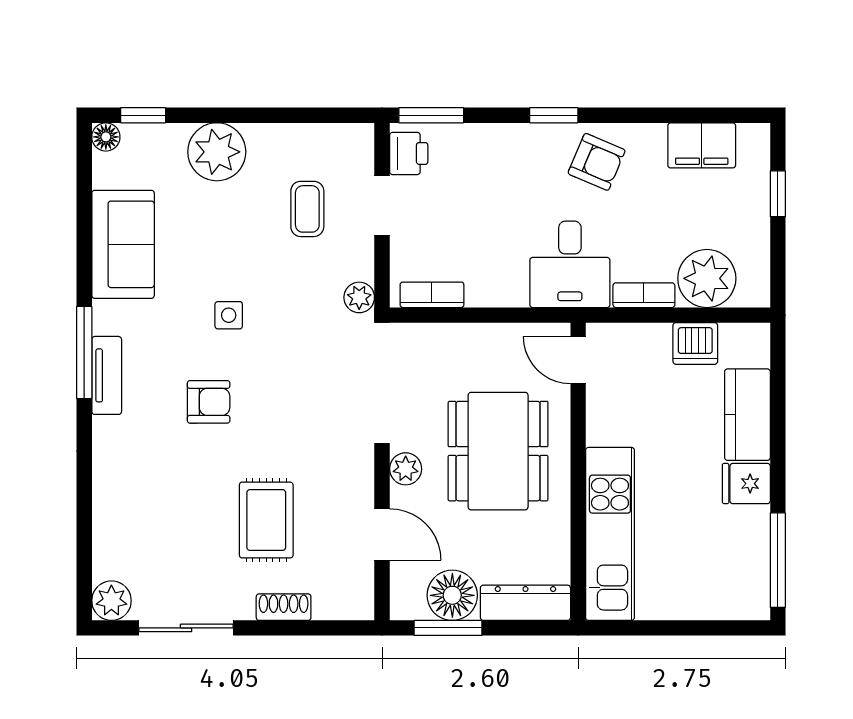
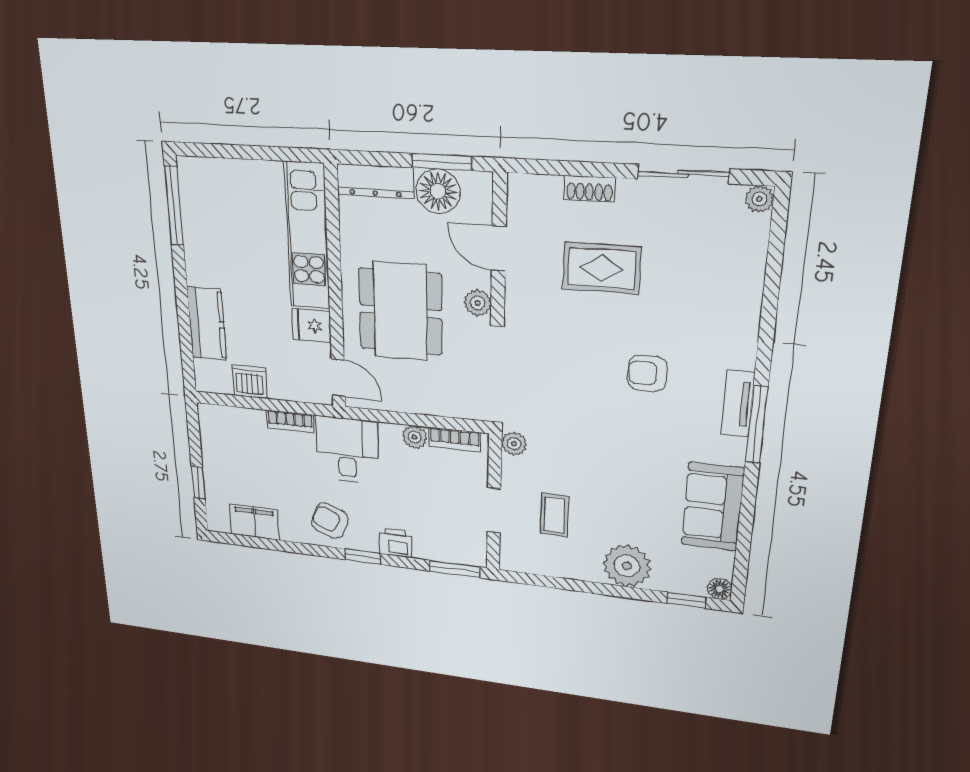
printer: (409, 153) -> (395, 543), moved, turned 90
plant: (707, 278) -> (415, 437), moved, width x0.53, depth x0.53
side table: (229, 315) -> (625, 442), removed
fridge: (746, 484) -> (312, 326), moved, turned 180
rug: (266, 520) -> (601, 268), turned 90
plant: (111, 601) -> (759, 199), width x0.73, depth x0.73

